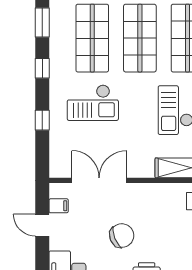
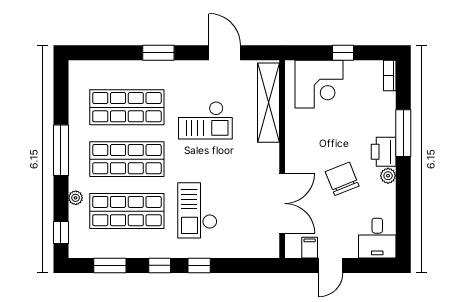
checkout: (93, 103) -> (197, 210), turned 180
window: (42, 120) -> (199, 265), moved
double door: (99, 180) -> (282, 203), swing flipped

